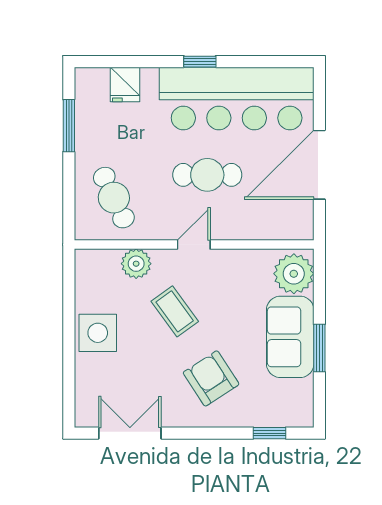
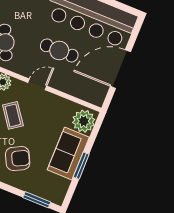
armchair: (211, 378) -> (18, 159), turned 96
window: (269, 433) -> (37, 200), width x1.50

